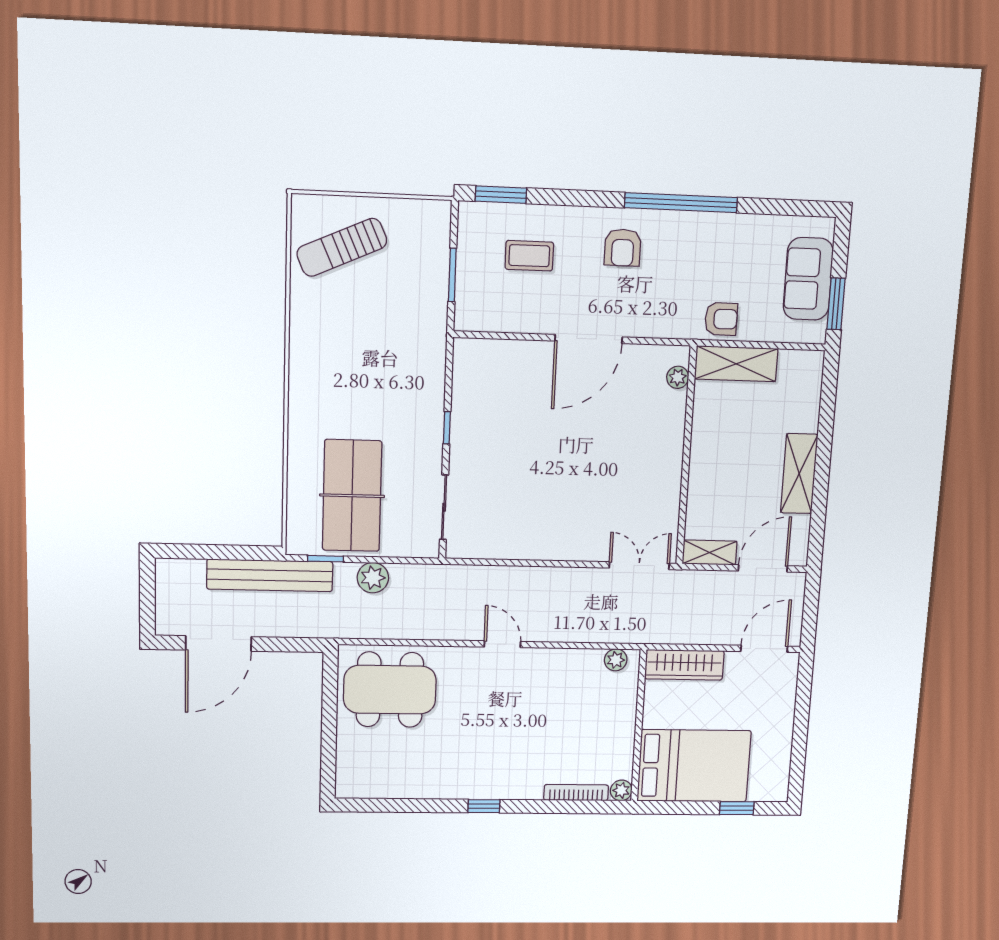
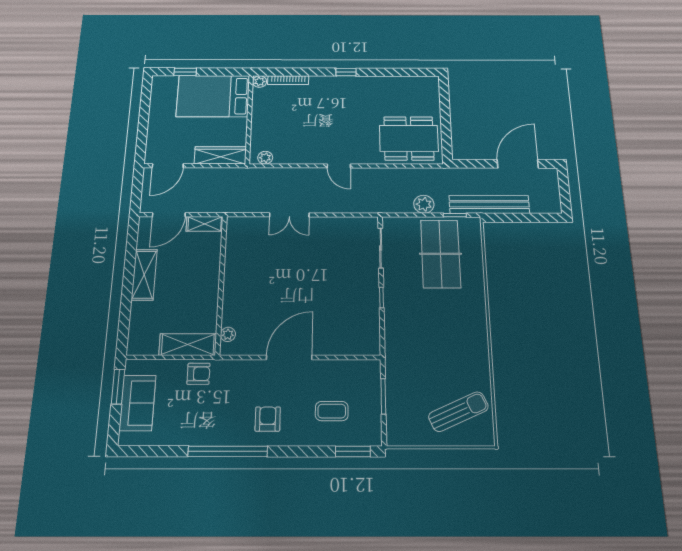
armchair: (721, 319) -> (198, 374), turned 180
double door: (639, 566) -> (289, 215), moved

